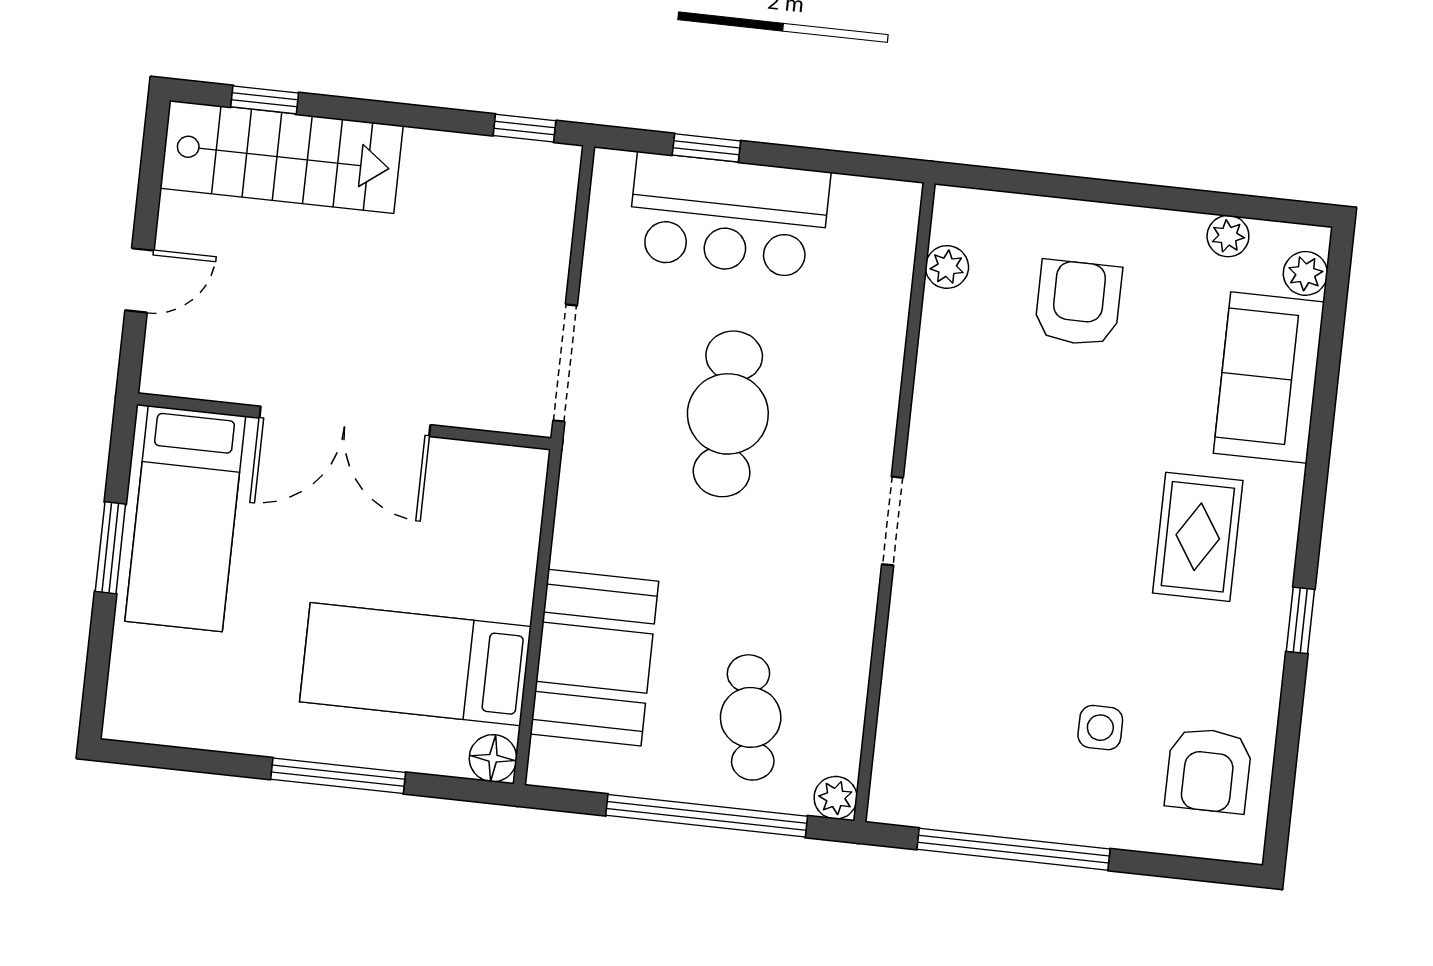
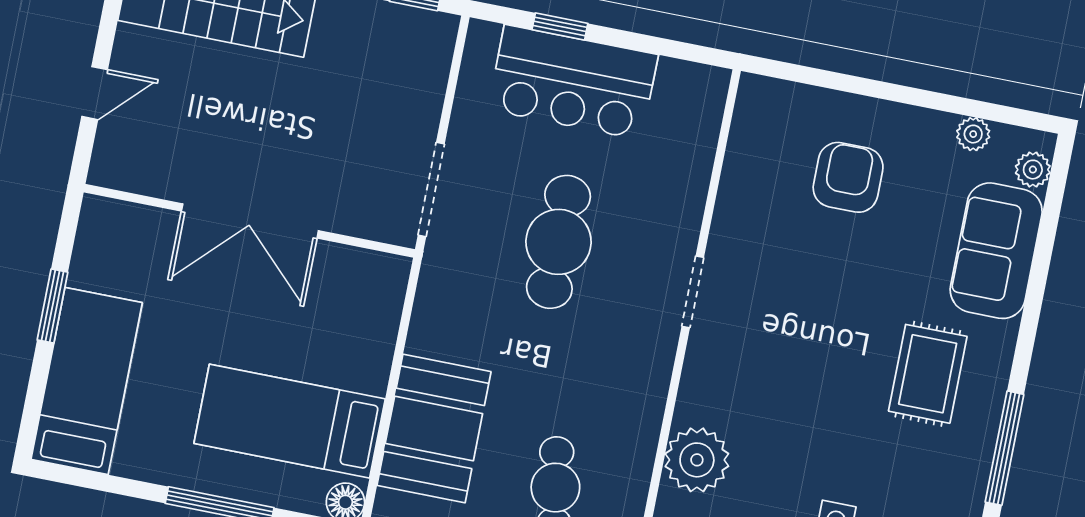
plant: (947, 267) -> (697, 460), moved, width x1.87, depth x1.87
bed: (185, 519) -> (87, 381), moved, turned 180
doorway: (893, 521) -> (693, 292), moved
window: (1300, 620) -> (1004, 448), width x2.17

